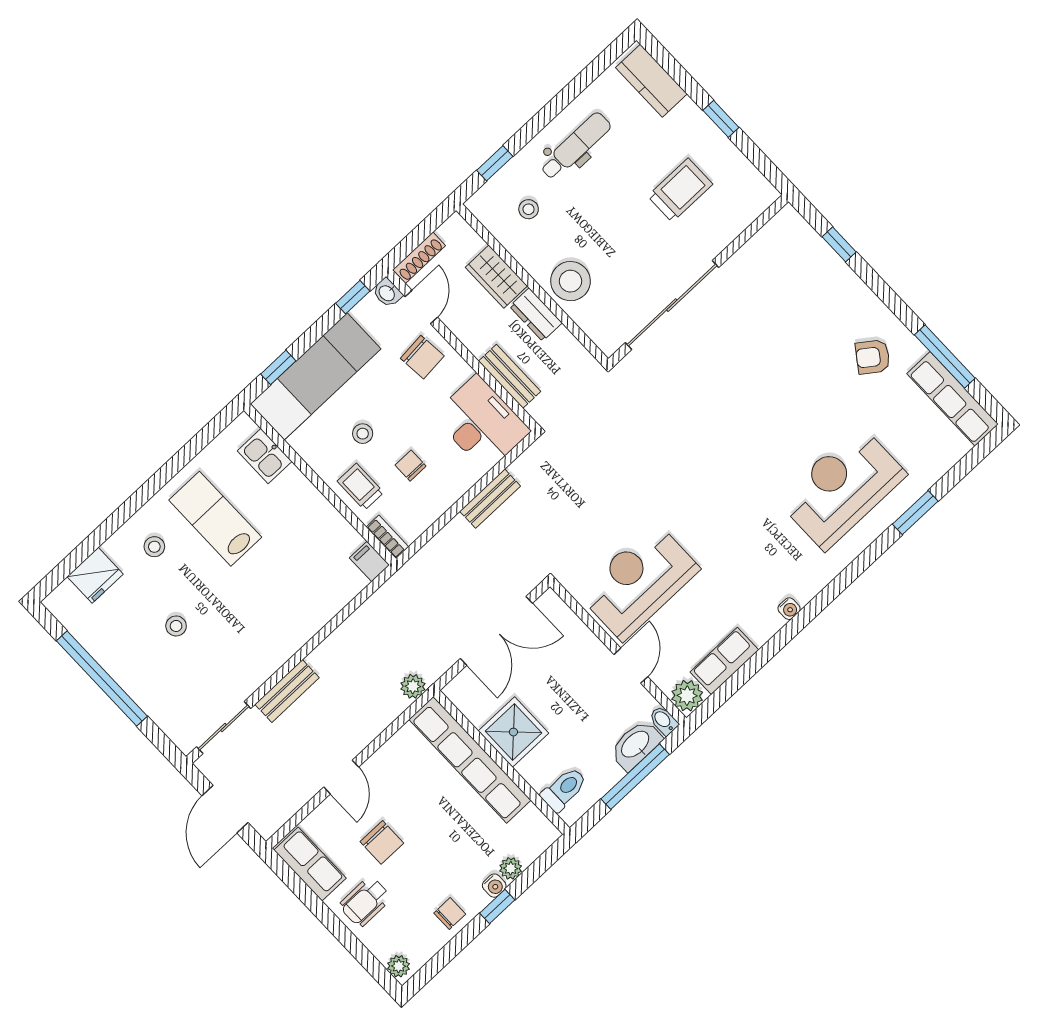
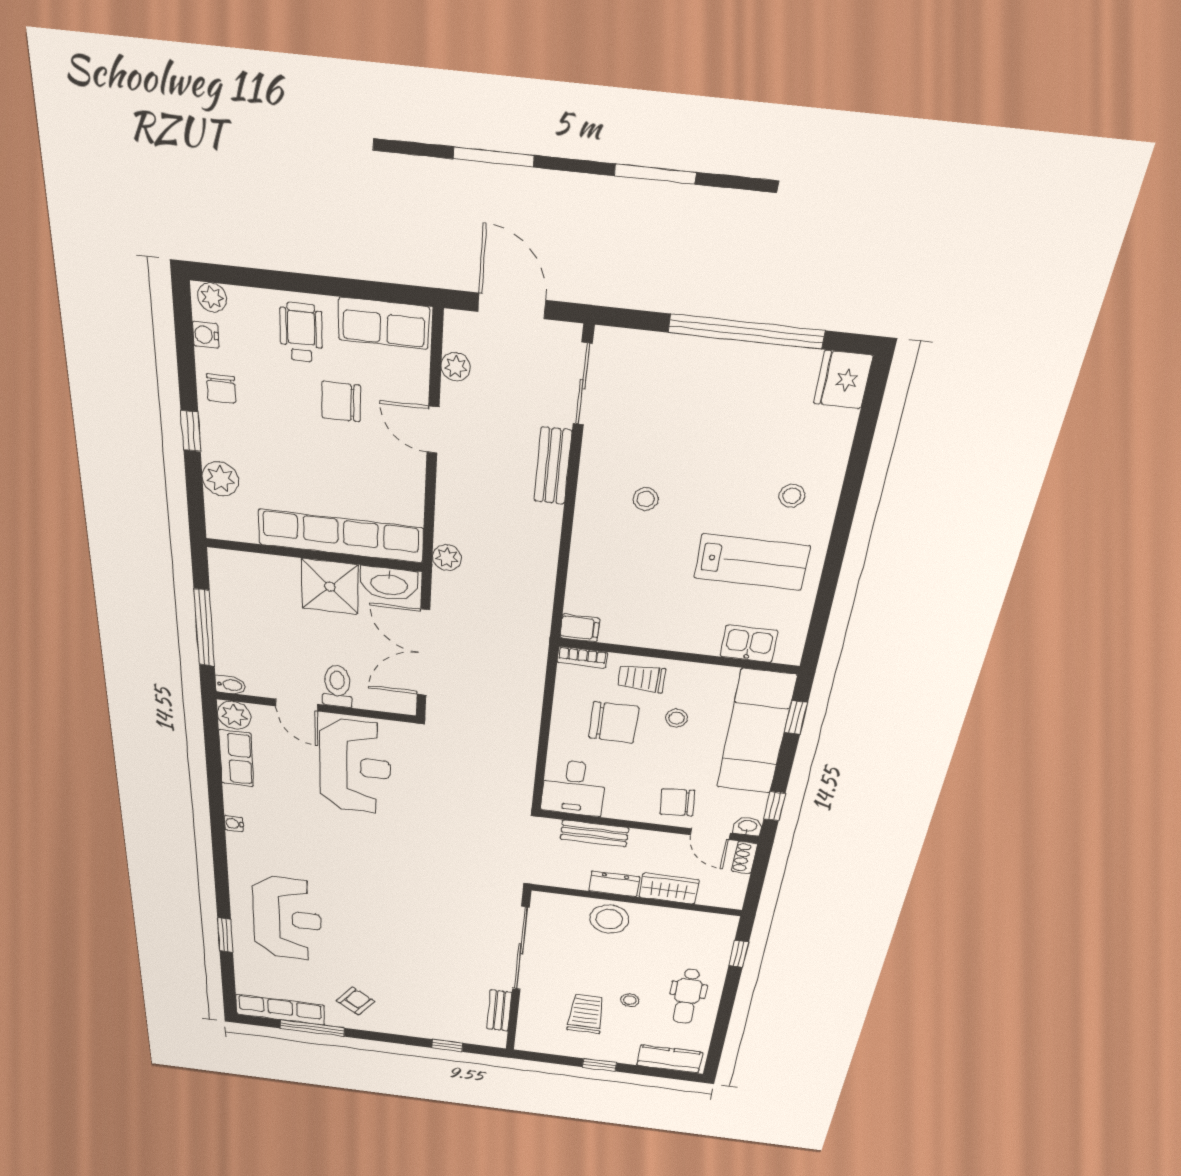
trolley: (680, 190) -> (586, 1014), turned 180
stool: (529, 209) -> (630, 1000), moved
shoe rack: (419, 258) -> (744, 858), width x0.70
desk: (481, 423) -> (574, 788), width x0.73
chair: (411, 466) -> (614, 722), width x1.87, depth x1.87
trolley: (360, 487) -> (641, 679), turned 180
bench: (490, 499) -> (499, 1011), moved
fridge: (95, 575) -> (843, 380), moved
stool: (176, 626) -> (646, 499), moved
washbasin: (636, 745) -> (389, 584), moved, turned 90
toilet: (564, 789) -> (337, 686), moved, turned 180
plant: (291, 803) -> (456, 367), added
plant: (511, 868) -> (220, 479), width x1.38, depth x1.38
water cooler: (494, 886) -> (206, 335), moved

